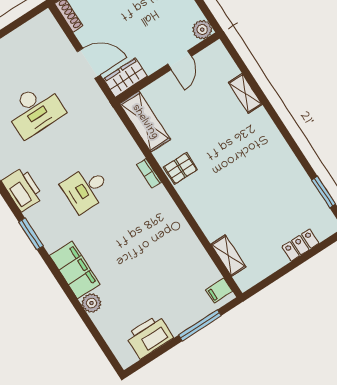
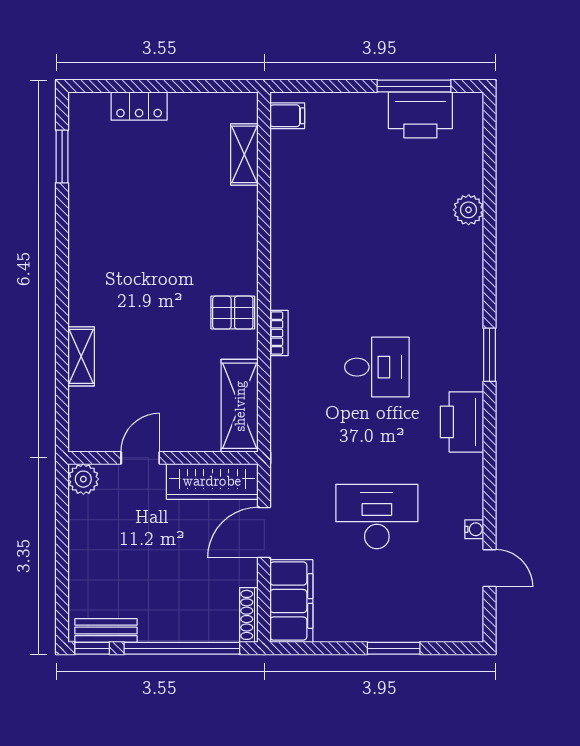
door: (89, 63) -> (264, 533), hinge flipped
wardrobe: (125, 78) -> (212, 481), width x1.50
filing cabinet: (75, 270) -> (291, 601), moved, turned 180
window: (200, 325) -> (414, 86), moved

